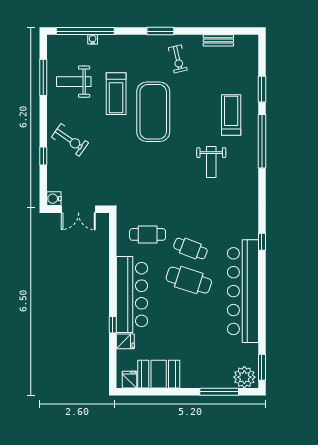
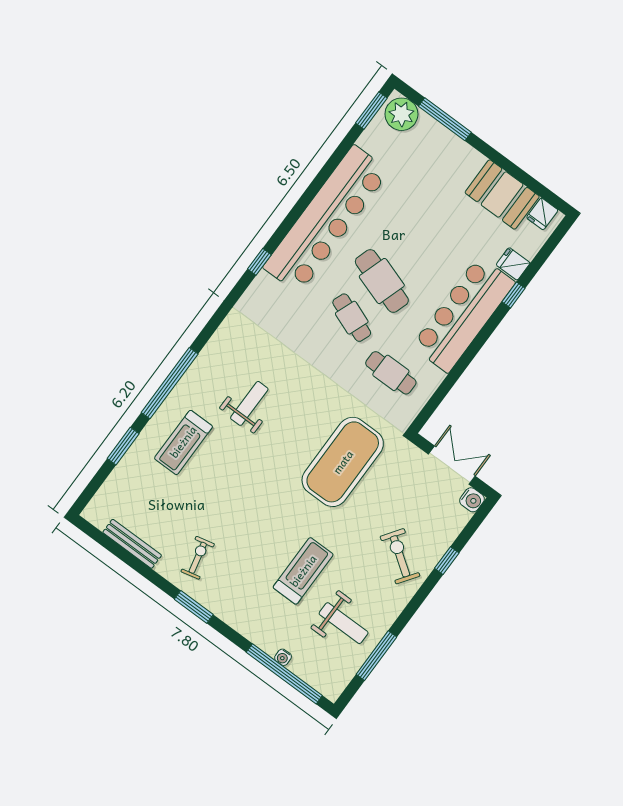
bench: (218, 40) -> (132, 544), width x1.36
exercise mat: (153, 112) -> (343, 462), moved

